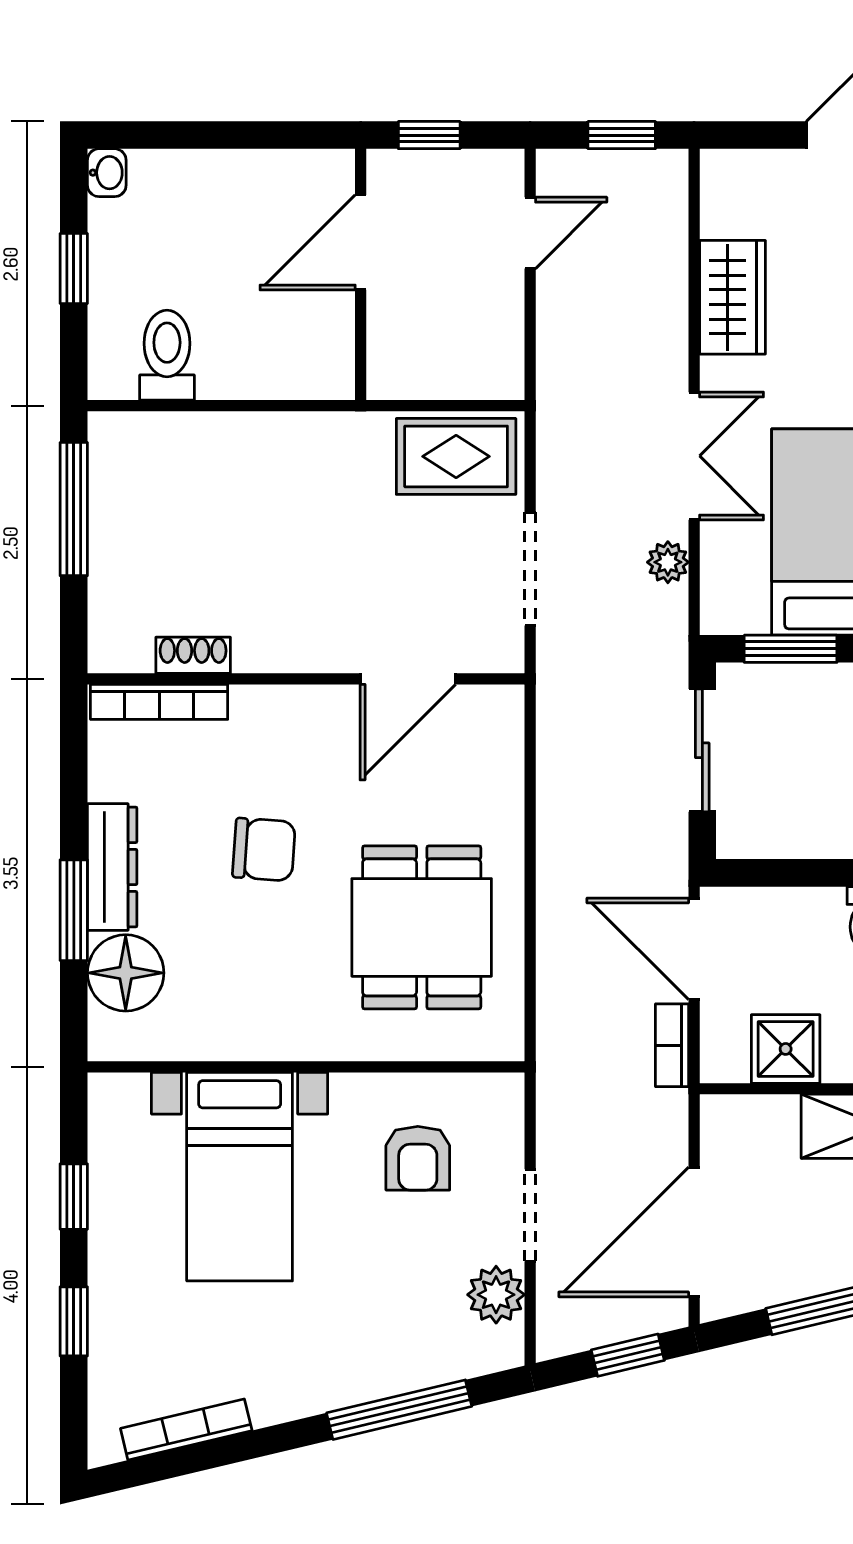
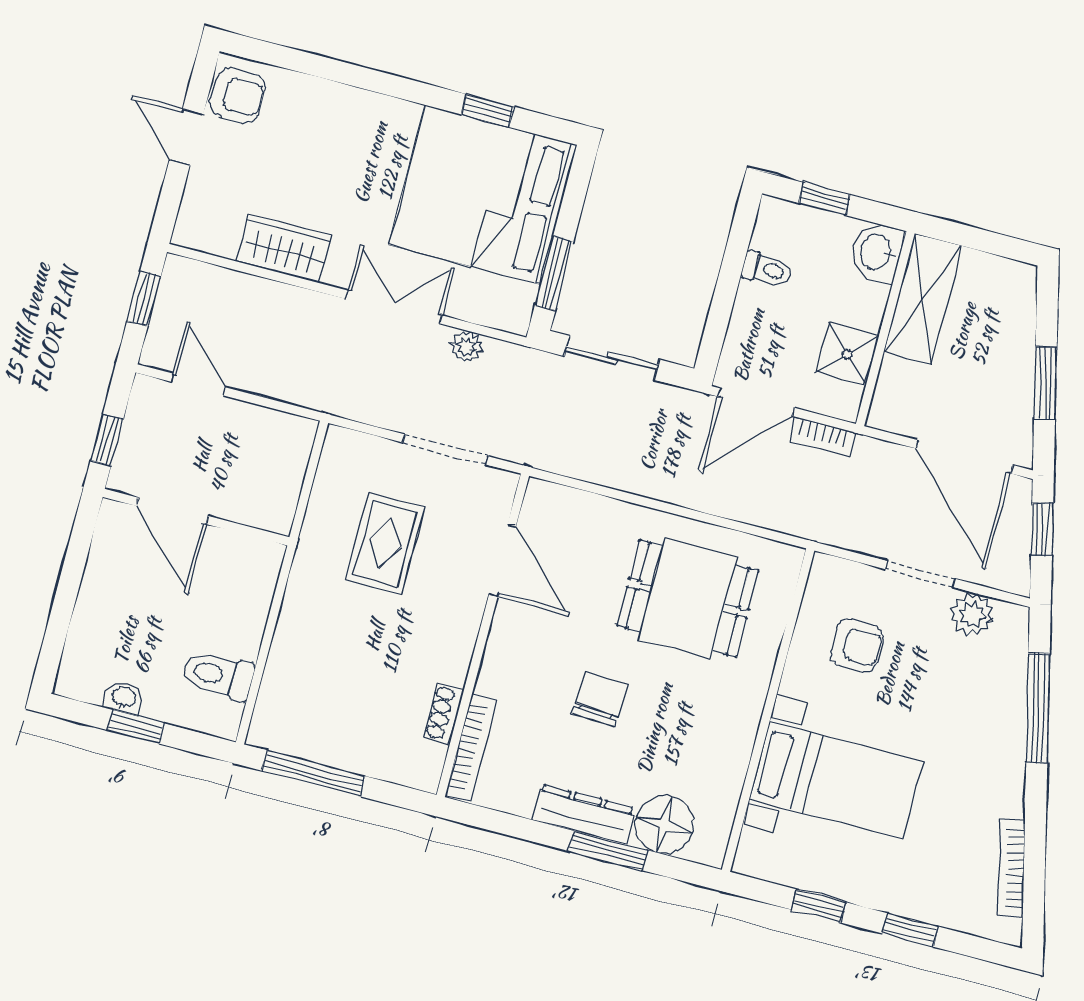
washbasin: (107, 173) -> (124, 698), moved
rug: (456, 456) -> (385, 543), moved

